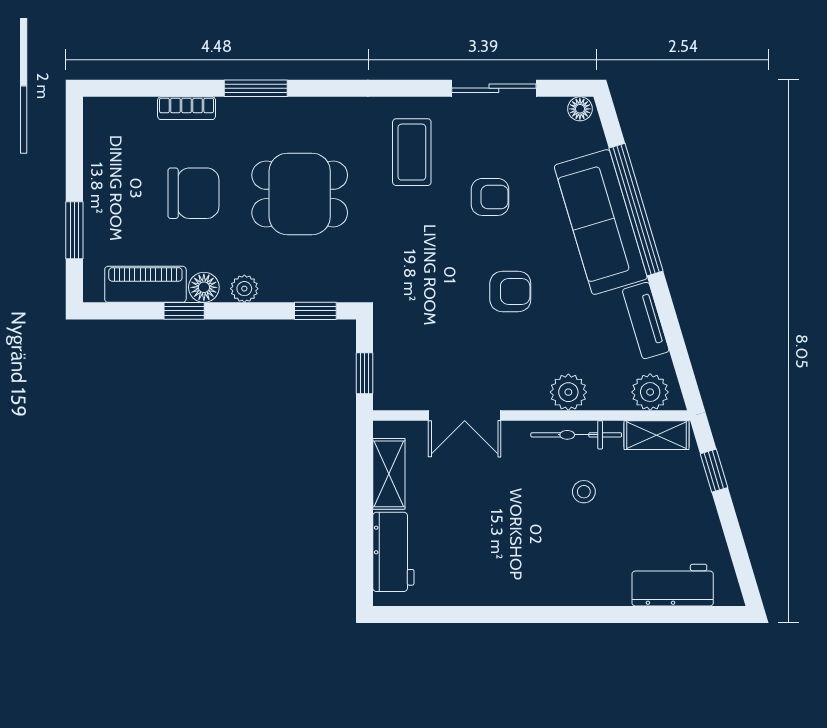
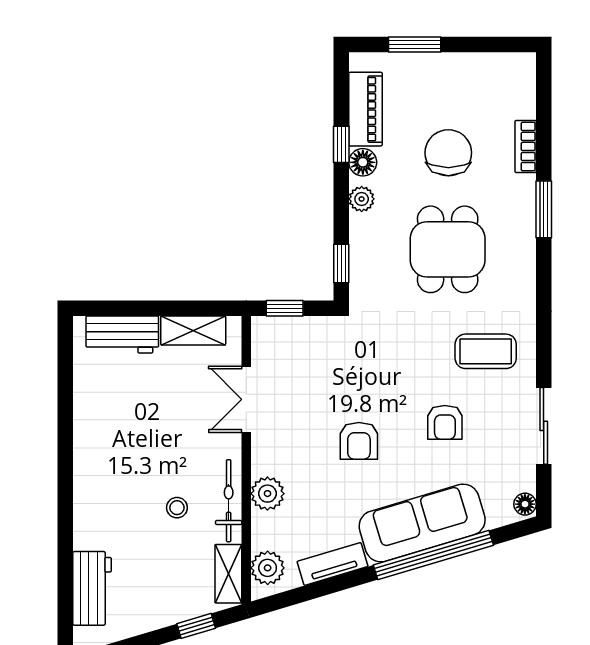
chair: (193, 193) -> (448, 153), turned 180

